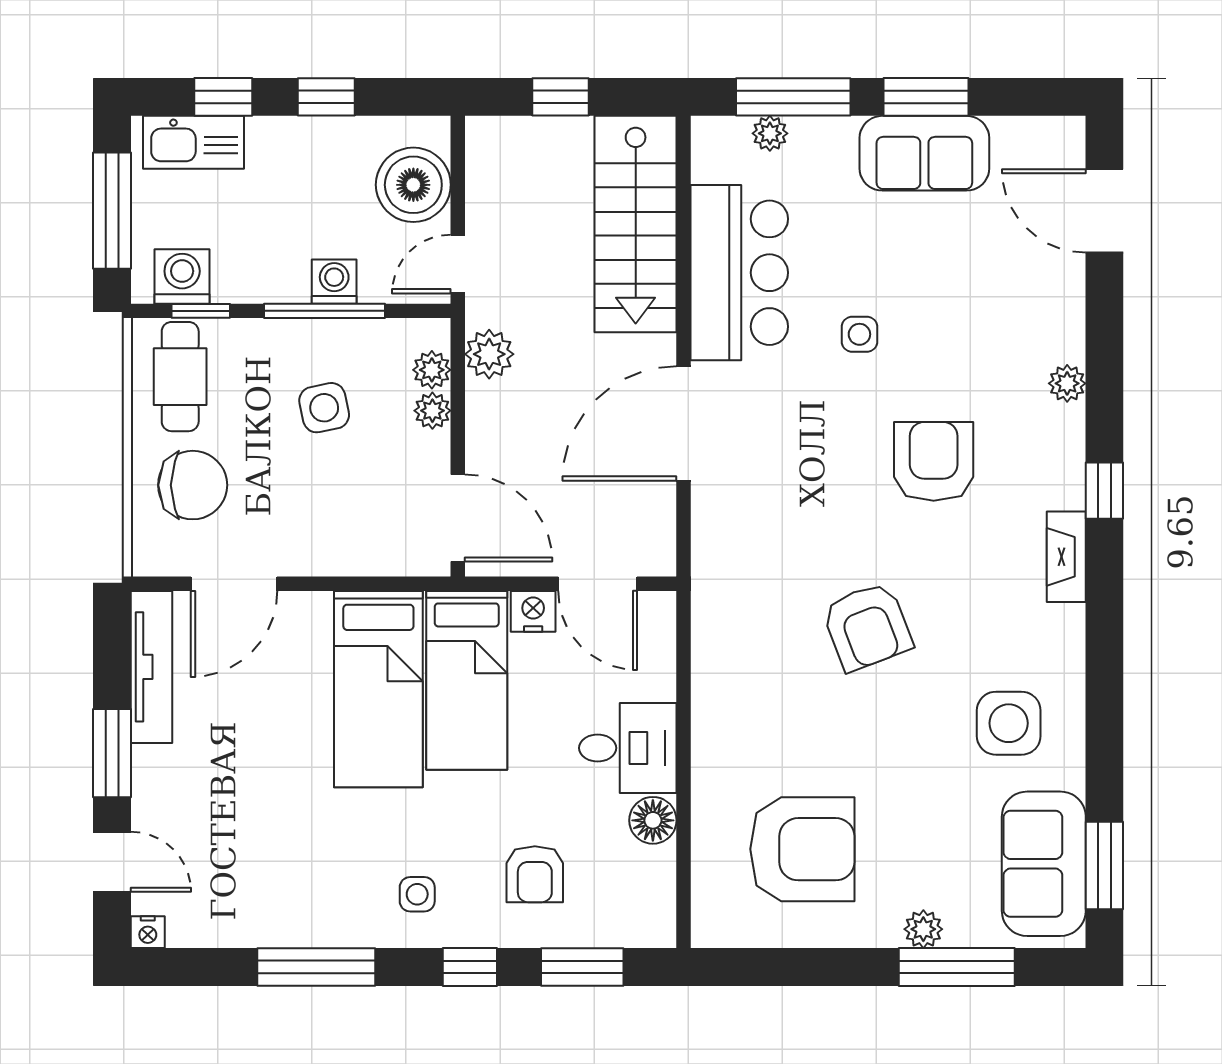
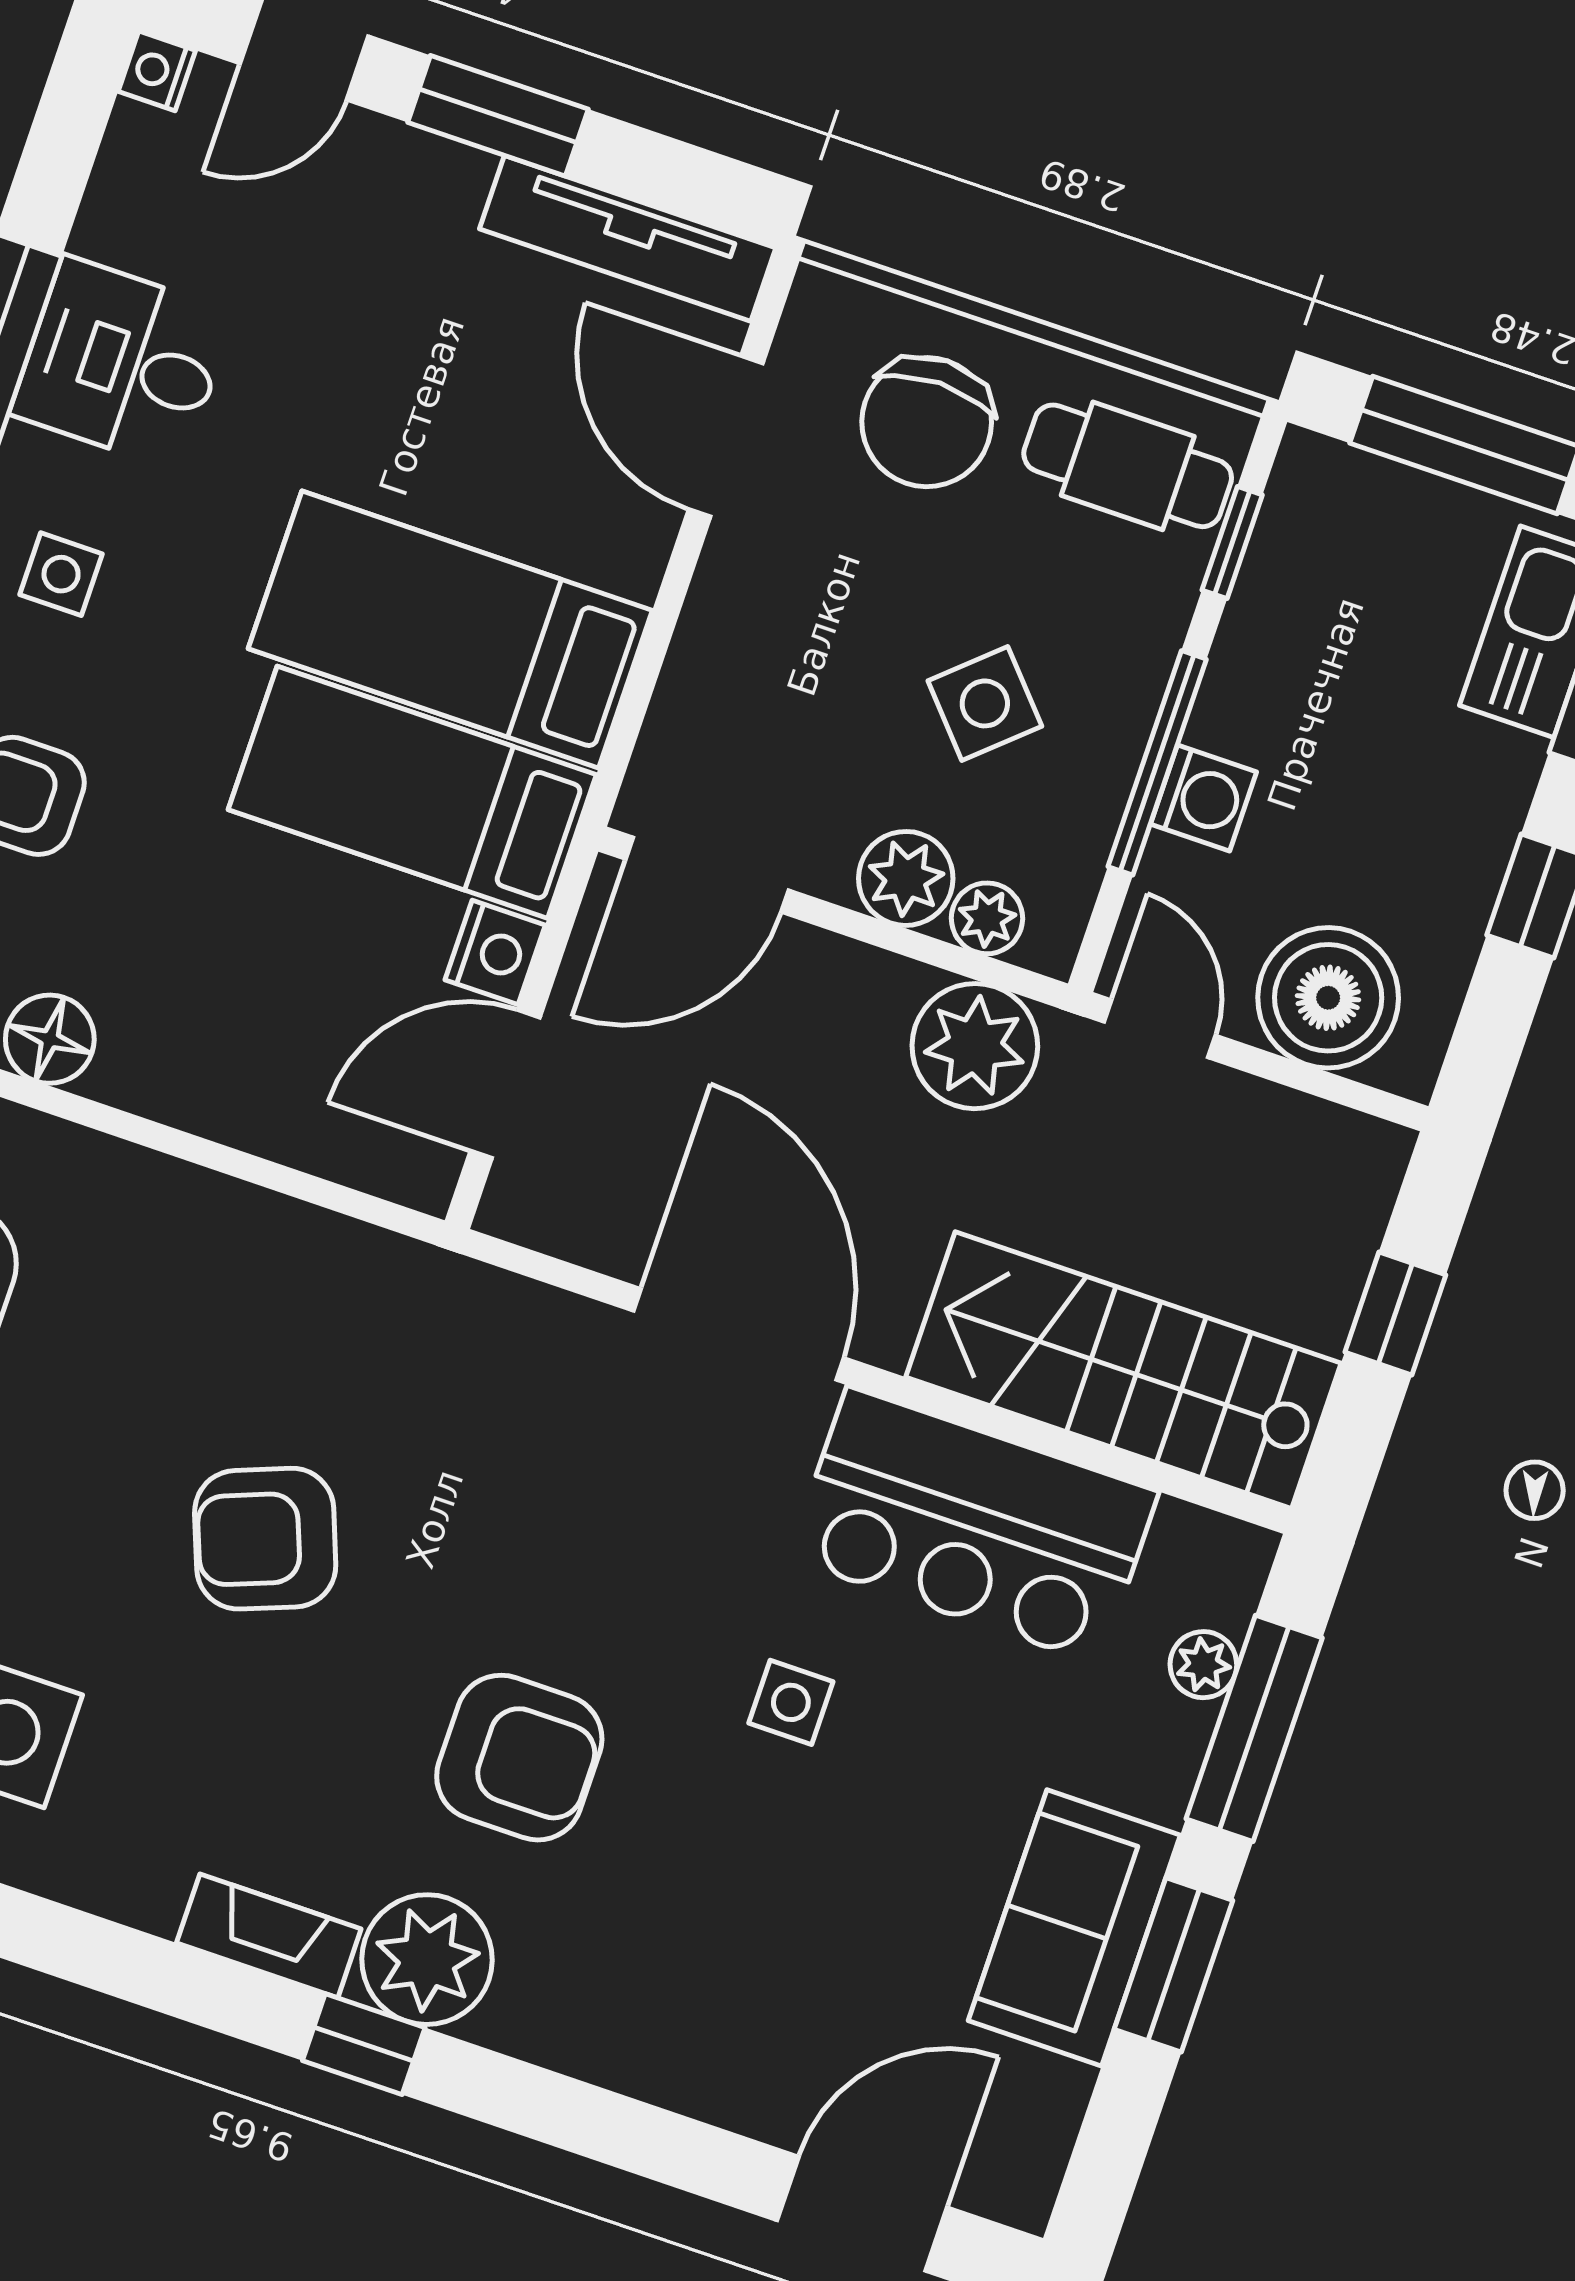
washing machine: (182, 277) -> (1305, 530), removed
plant: (489, 354) -> (975, 1046), width x1.36, depth x1.36
plant: (1067, 383) -> (427, 1960), moved, width x1.87, depth x1.87
side table: (324, 408) -> (985, 703), turned -30
plant: (432, 411) -> (906, 878), width x1.38, depth x1.38
desk: (628, 748) -> (122, 363), moved, turned 90

